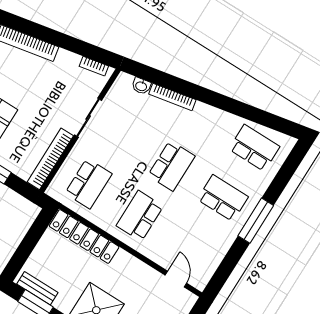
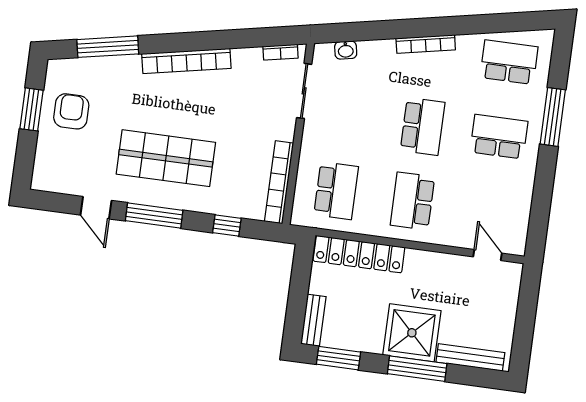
bookcase: (172, 97) -> (426, 44), moved
sliding door: (88, 118) -> (304, 91), moved
window: (256, 221) -> (553, 117), moved
bench: (37, 288) -> (313, 320), moved, turned 90

